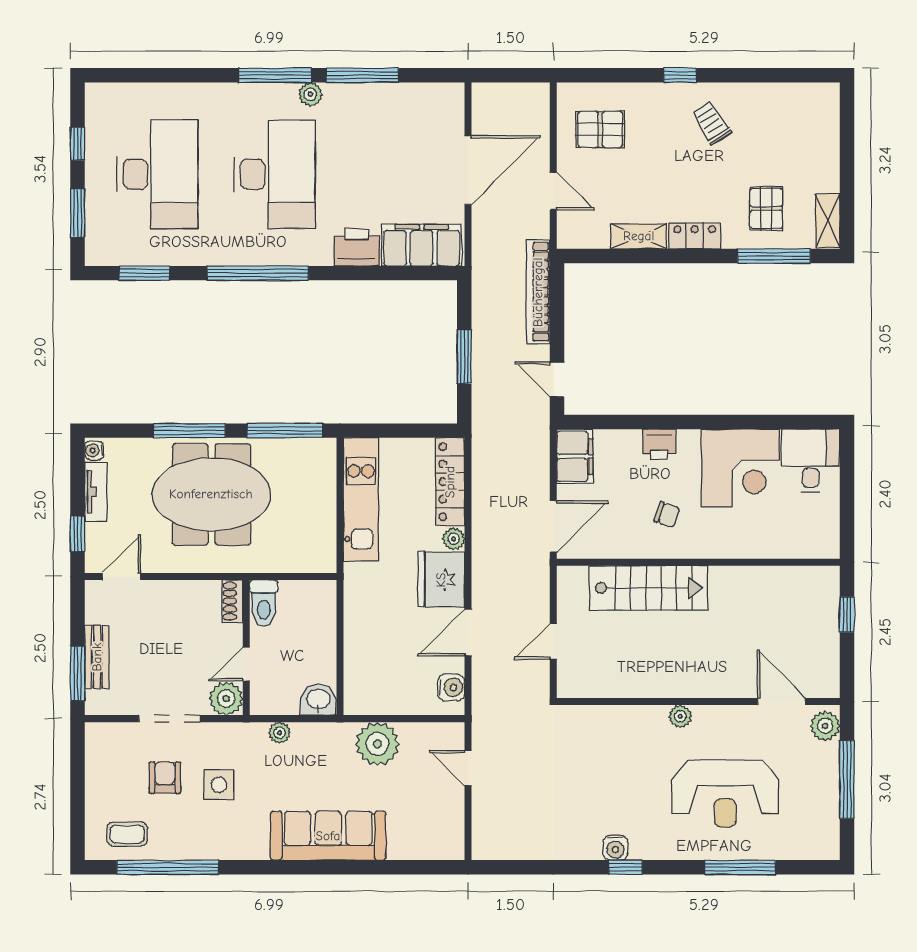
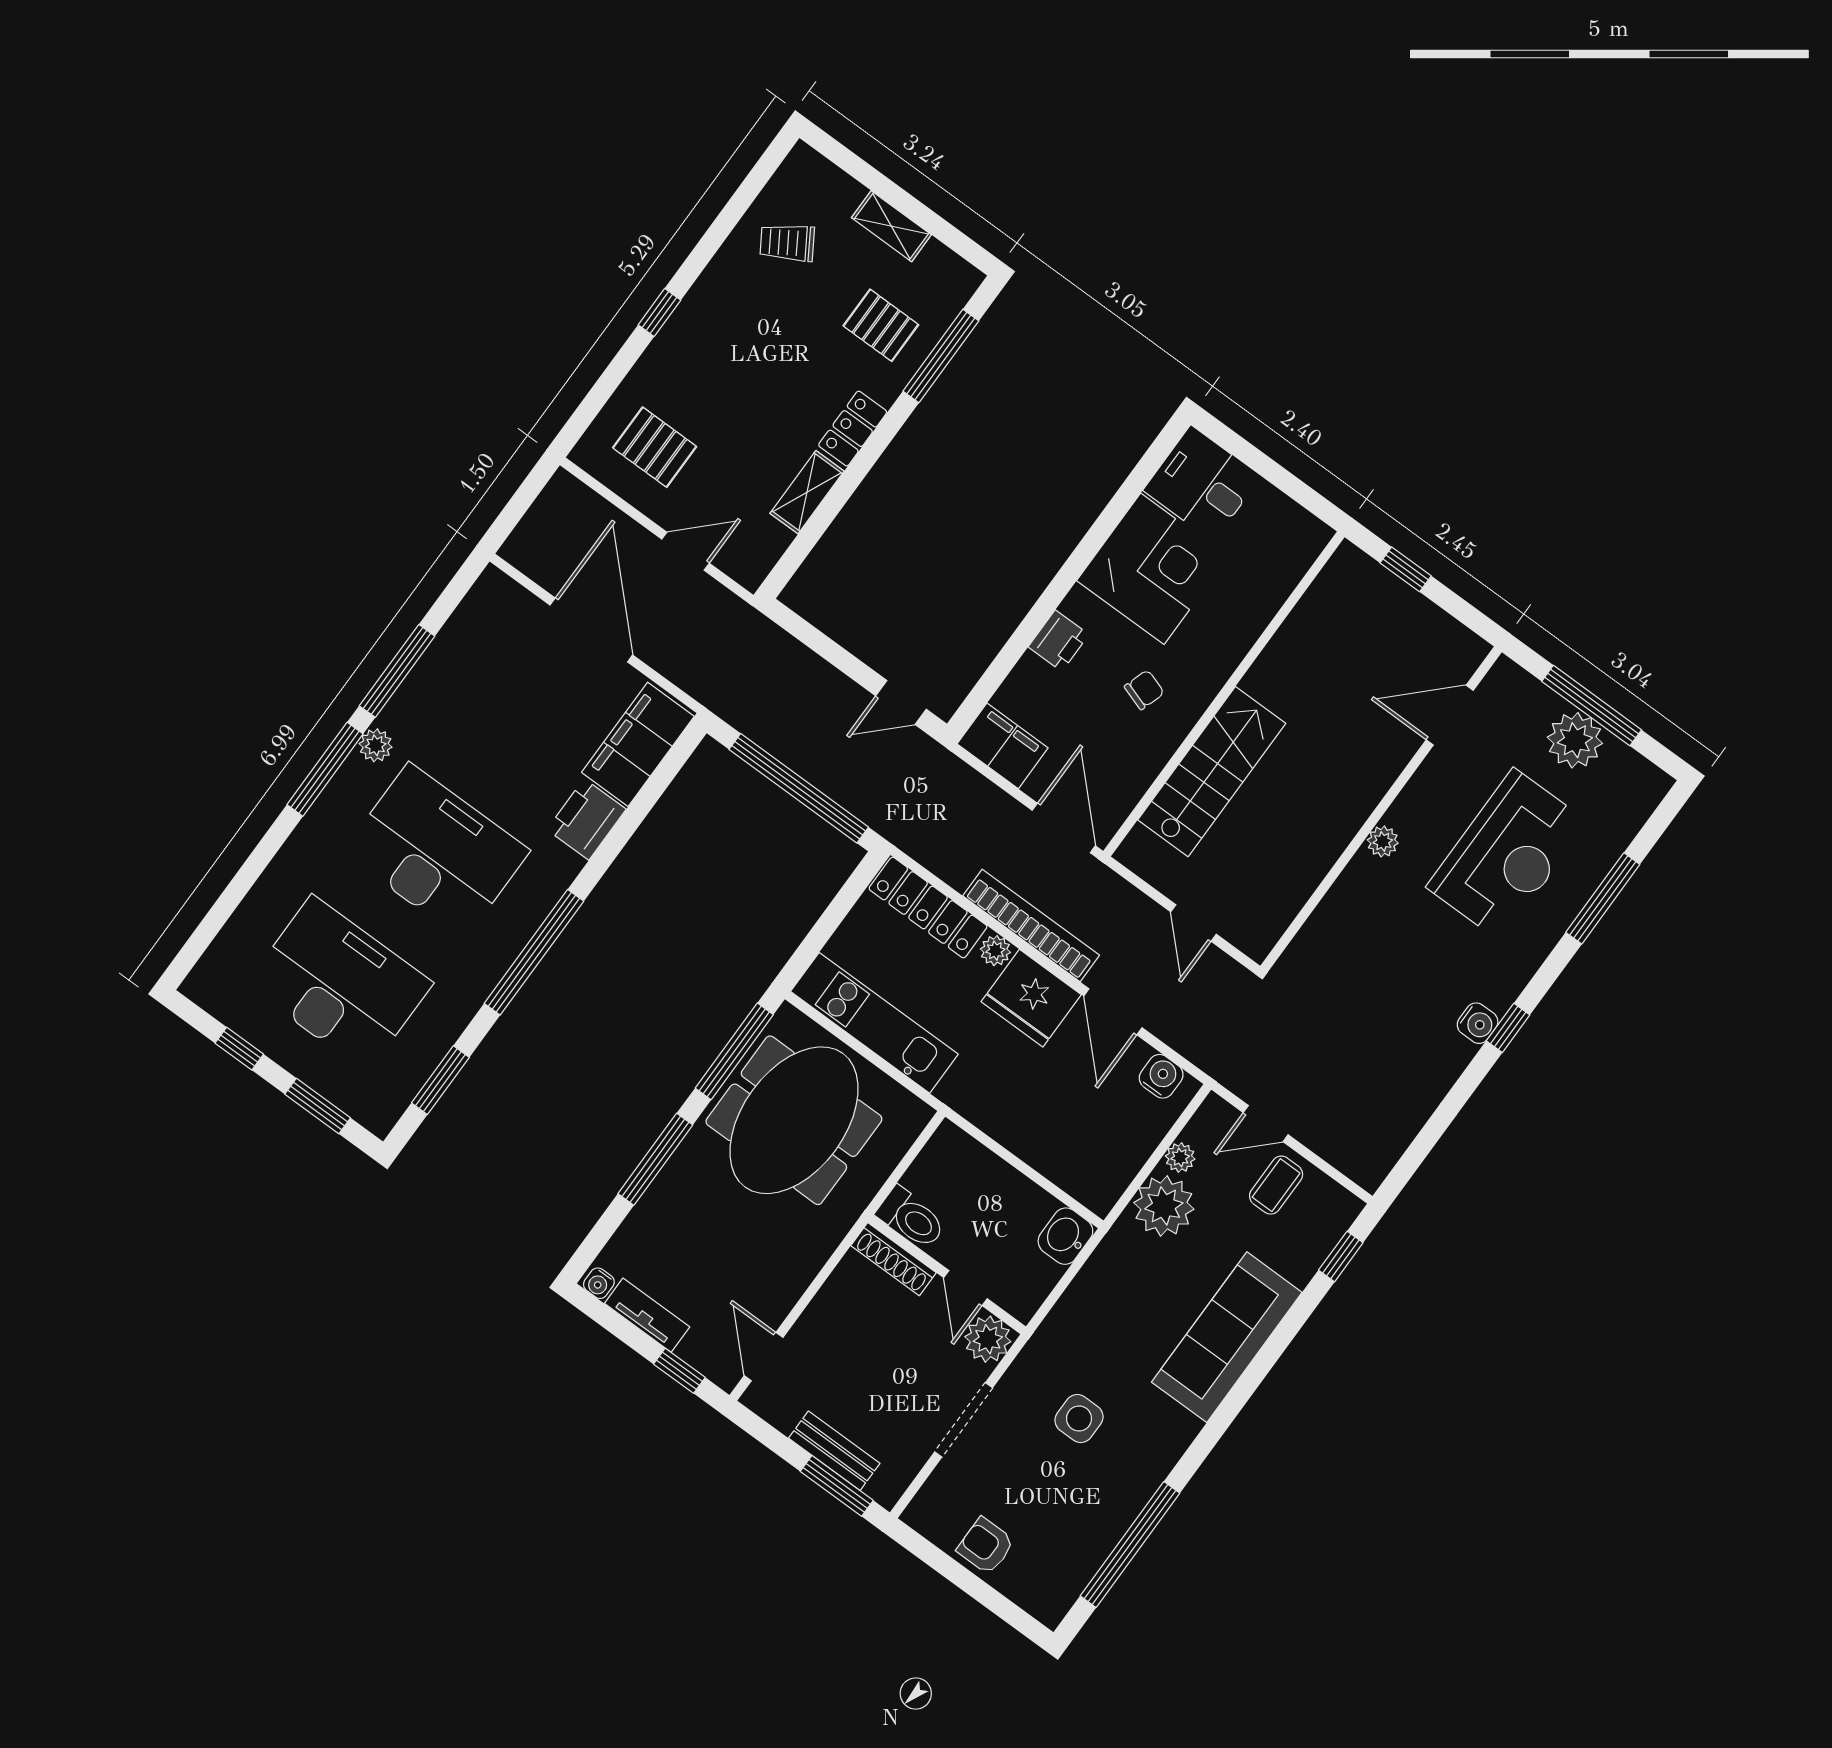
trolley: (711, 123) -> (787, 243), moved
pallet: (600, 129) -> (655, 447), turned 90
shelving: (828, 221) -> (891, 226), moved
bookcase: (538, 292) -> (1031, 925), moved, turned 180
window: (464, 357) -> (799, 788), width x2.11
meeting table: (211, 494) -> (794, 1120), moved
shoe rack: (232, 601) -> (893, 1259), width x1.43
plant: (825, 726) -> (1575, 740), moved, width x1.36, depth x1.36
plant: (280, 733) -> (1180, 1157), moved
armchair: (165, 778) -> (986, 1546), moved
coffee table: (127, 834) -> (1276, 1185), moved
window: (423, 867) -> (1341, 1256), added

